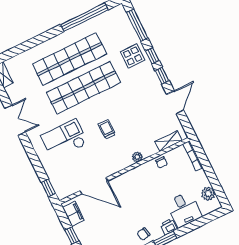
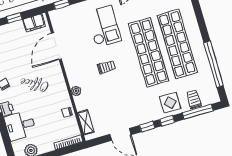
trolley: (125, 32) -> (194, 99), added

